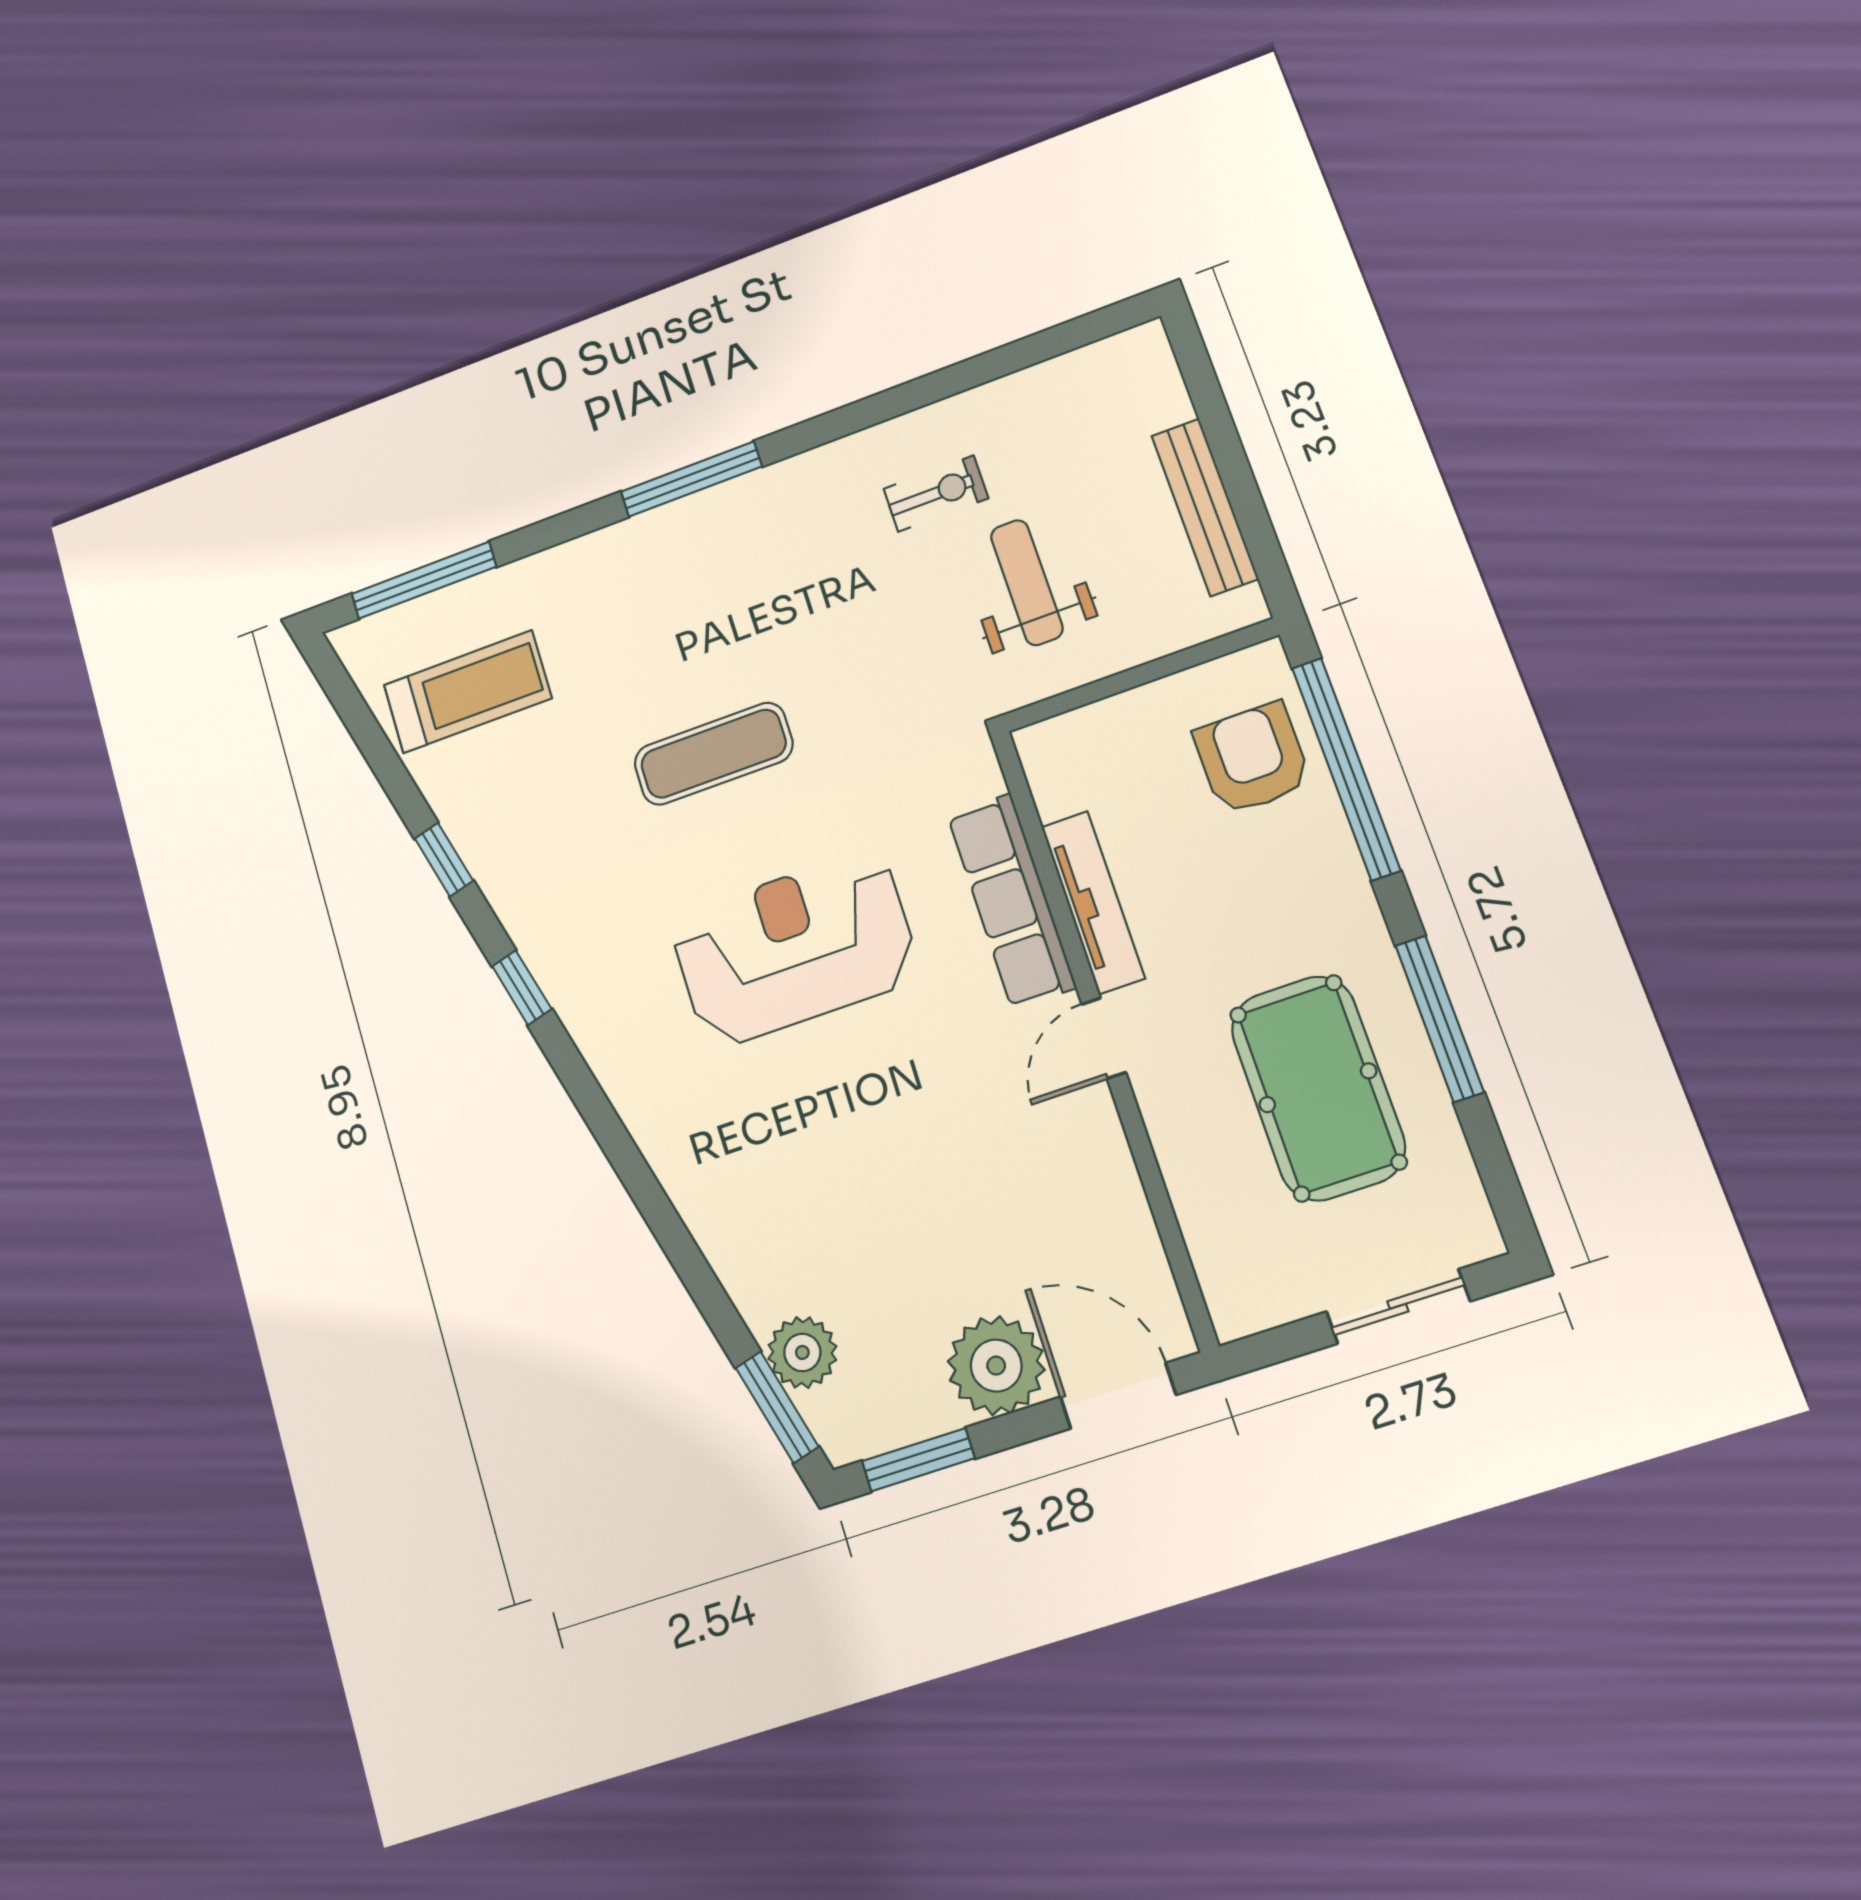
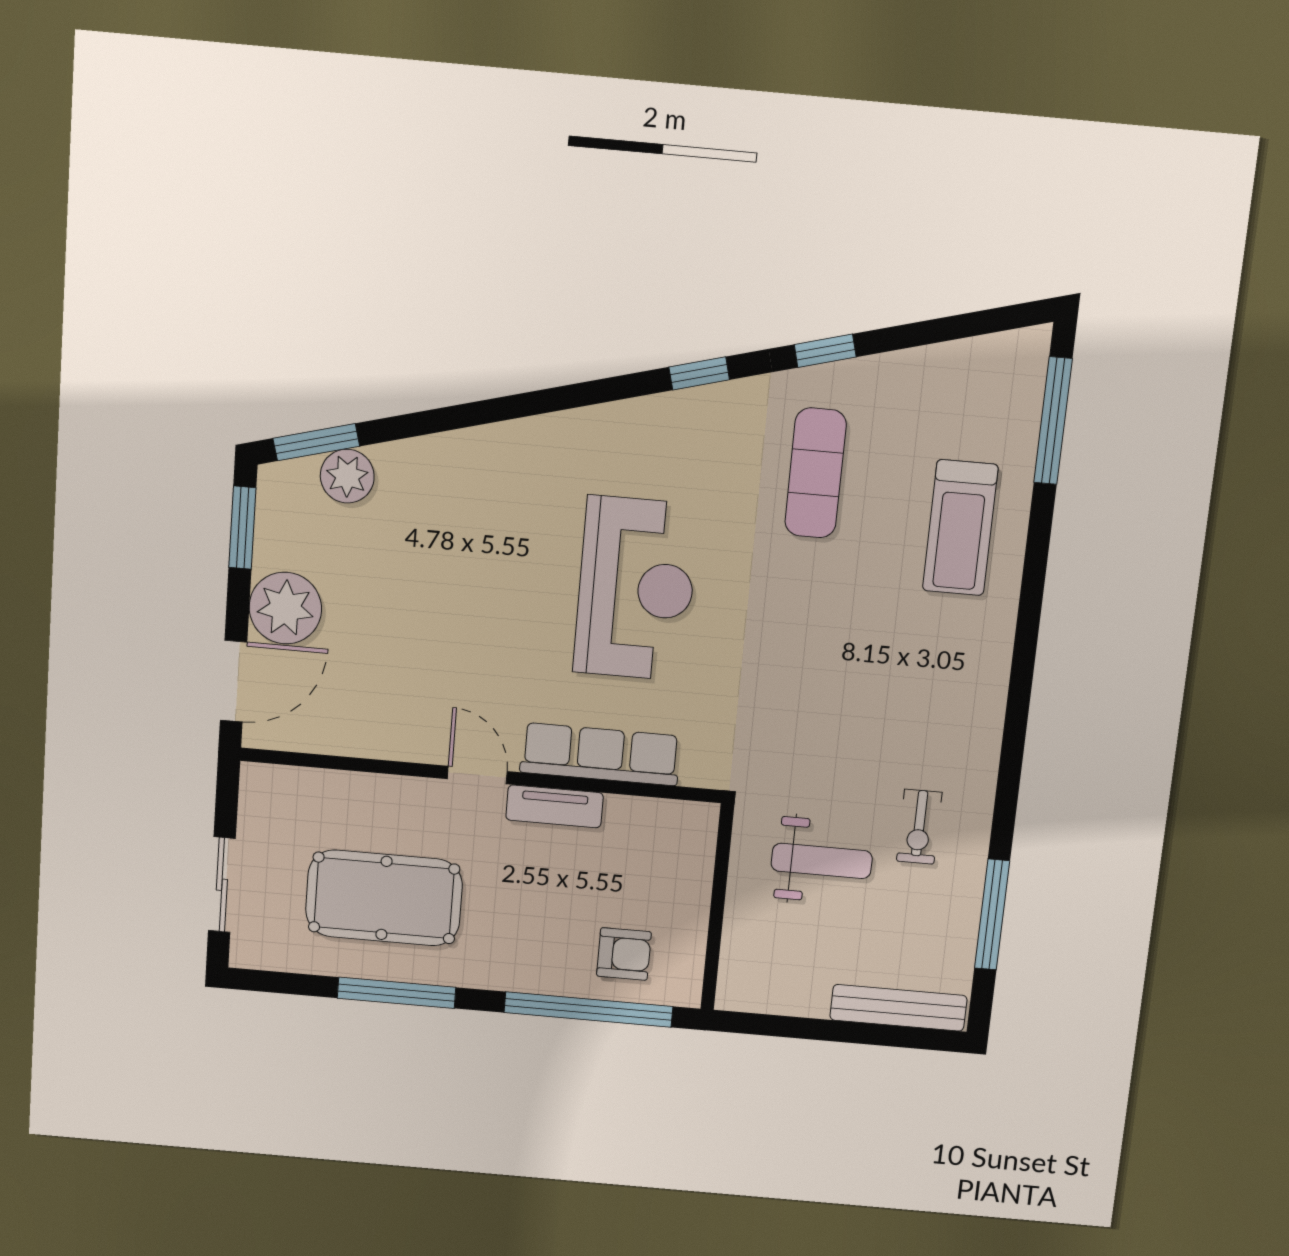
window: (691, 479) -> (992, 915), moved
bench: (1205, 507) -> (898, 1008), moved
treadmill: (468, 692) -> (960, 528), moved
exercise mat: (713, 754) -> (816, 473), moved
armchair: (1252, 758) -> (624, 954), width x0.72, depth x0.72
tv unit: (1093, 902) -> (555, 806), width x0.71

